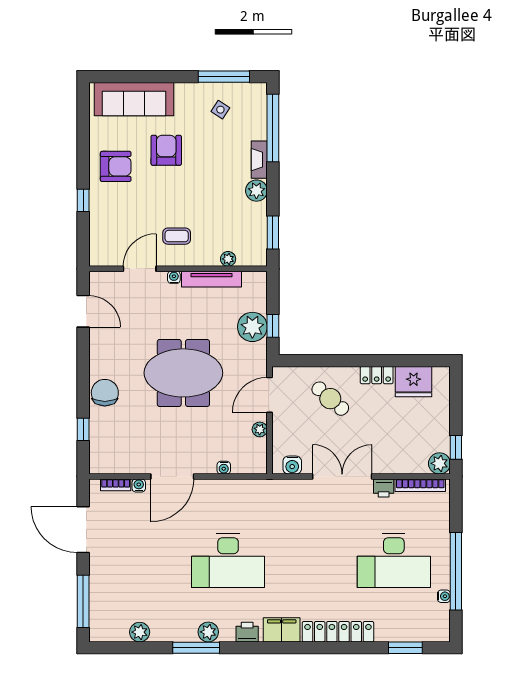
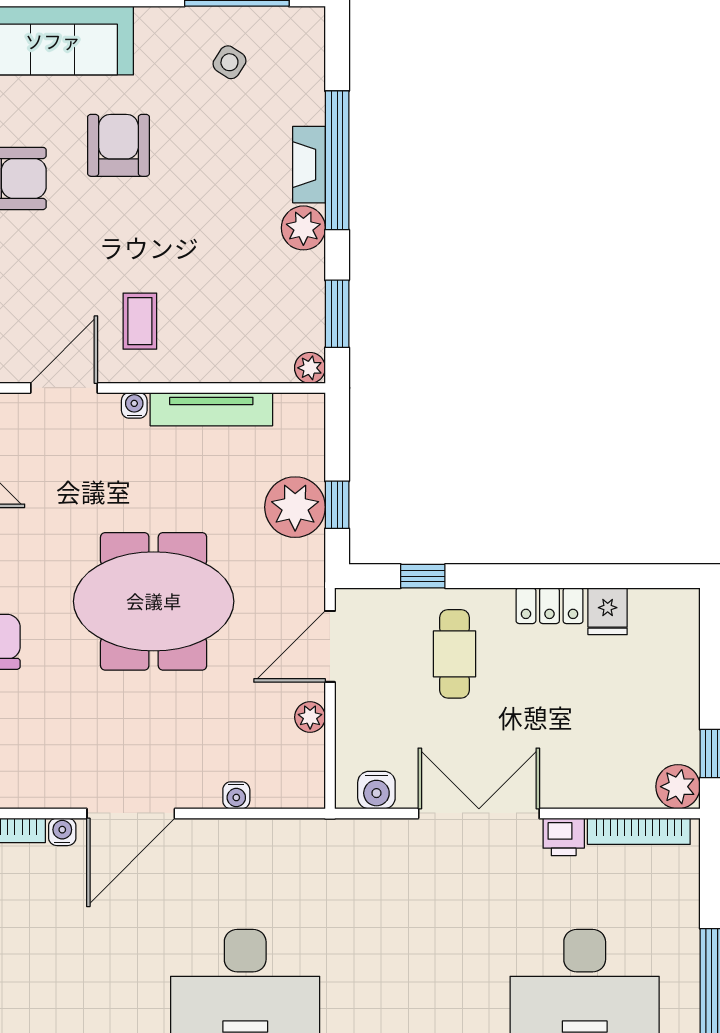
window: (273, 128) -> (337, 160), moved
coffee table: (177, 236) -> (140, 321), turned 90
plant: (228, 259) -> (310, 368), moved
window: (315, 361) -> (423, 576), added
fridge: (414, 382) -> (608, 611), width x0.53, depth x0.75
cafe table: (330, 399) -> (454, 654), turned 49

